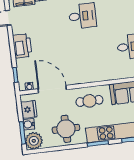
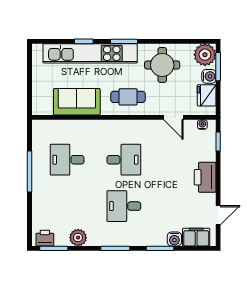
desk: (87, 52) -> (124, 160), added
door: (52, 89) -> (173, 117), width x0.53

